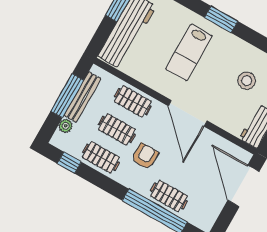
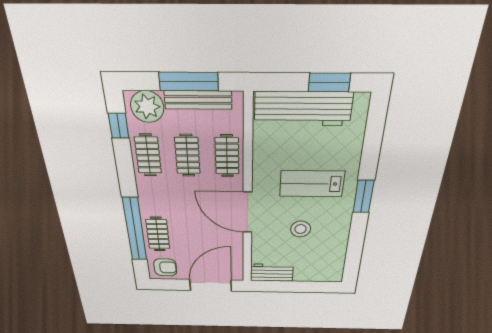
stool: (247, 81) -> (301, 229), moved
door: (188, 113) -> (248, 212), hinge flipped
plant: (66, 126) -> (147, 107), width x1.88, depth x1.88
armchair: (145, 156) -> (165, 267), moved

